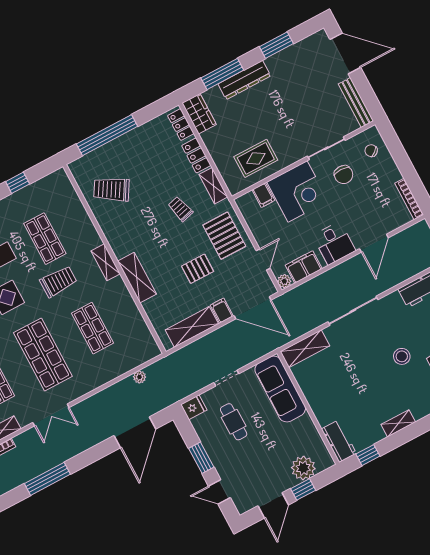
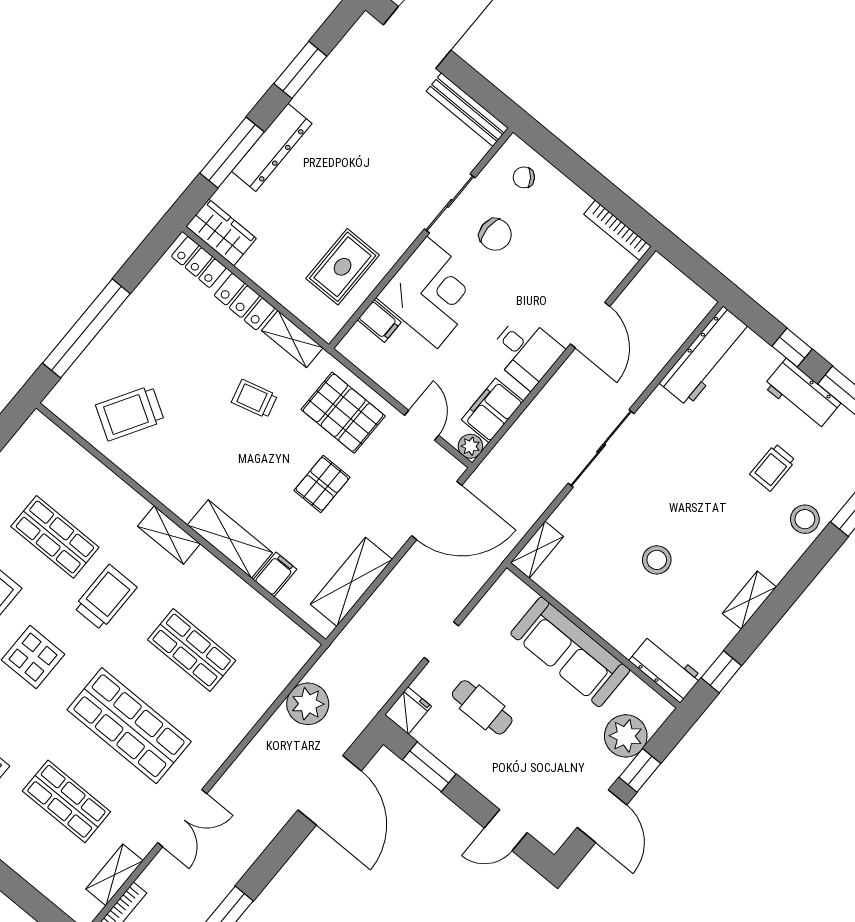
filing cabinet: (222, 311) -> (275, 574), moved, turned 90
shelving: (305, 349) -> (537, 550), width x0.67, depth x0.75
stool: (402, 356) -> (657, 560), moved
plant: (140, 377) -> (308, 704), width x1.88, depth x1.88
sofa: (280, 389) -> (570, 652), moved
window: (201, 458) -> (429, 767), moved

